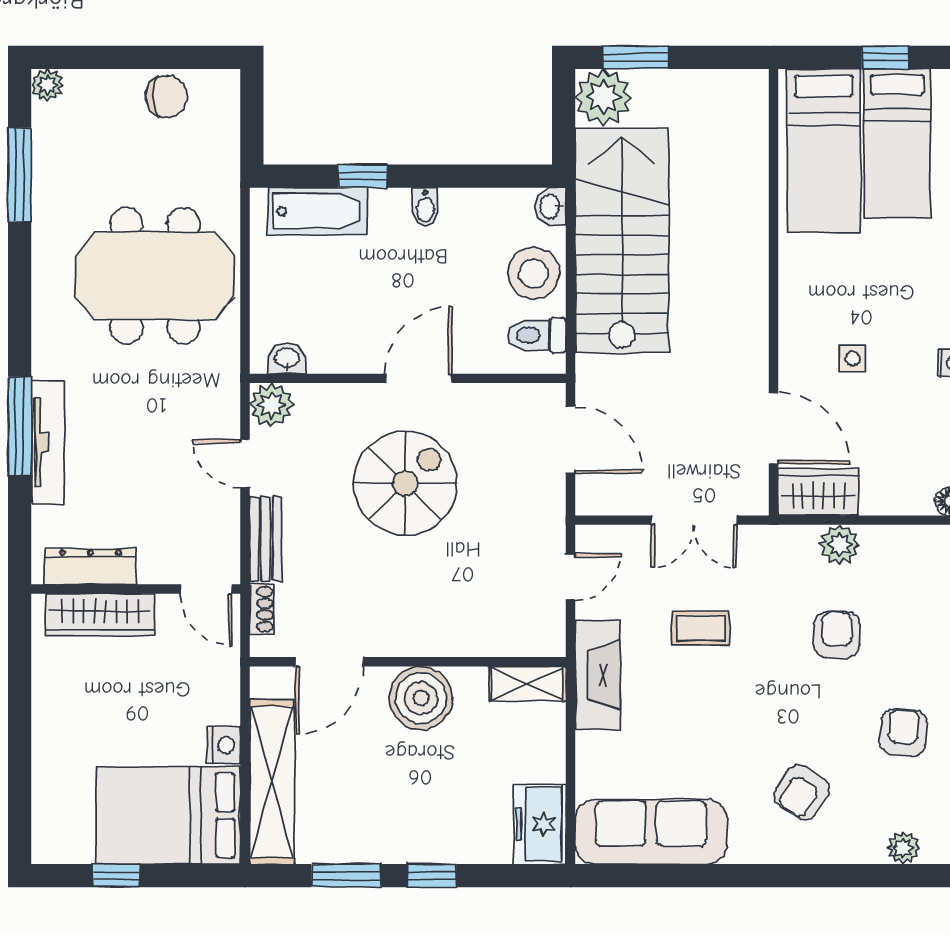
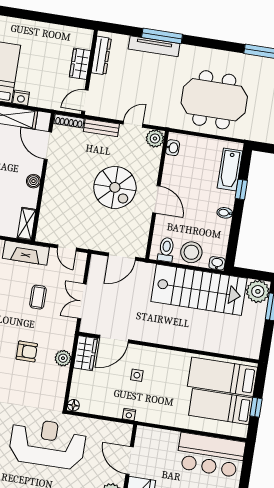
meeting table: (155, 276) -> (214, 100), turned 90
shoe rack: (262, 609) -> (69, 121), width x1.43
wardrobe: (100, 615) -> (80, 64), width x0.67
boiler: (421, 698) -> (33, 181), width x0.54, depth x0.54

